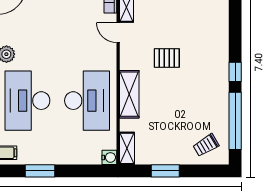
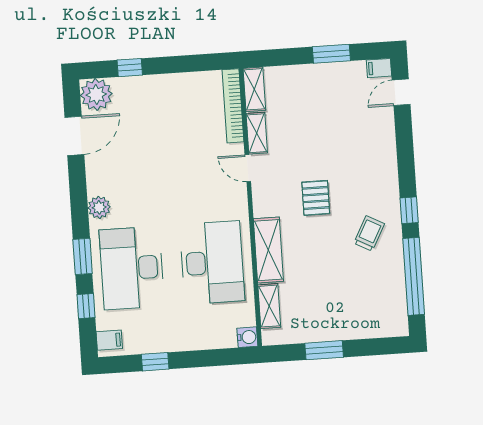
pallet: (167, 58) -> (316, 198), turned 90
trolley: (206, 145) -> (369, 233), moved, turned 149
shelving: (127, 148) -> (269, 306), moved
window: (40, 171) -> (155, 362), width x0.67

